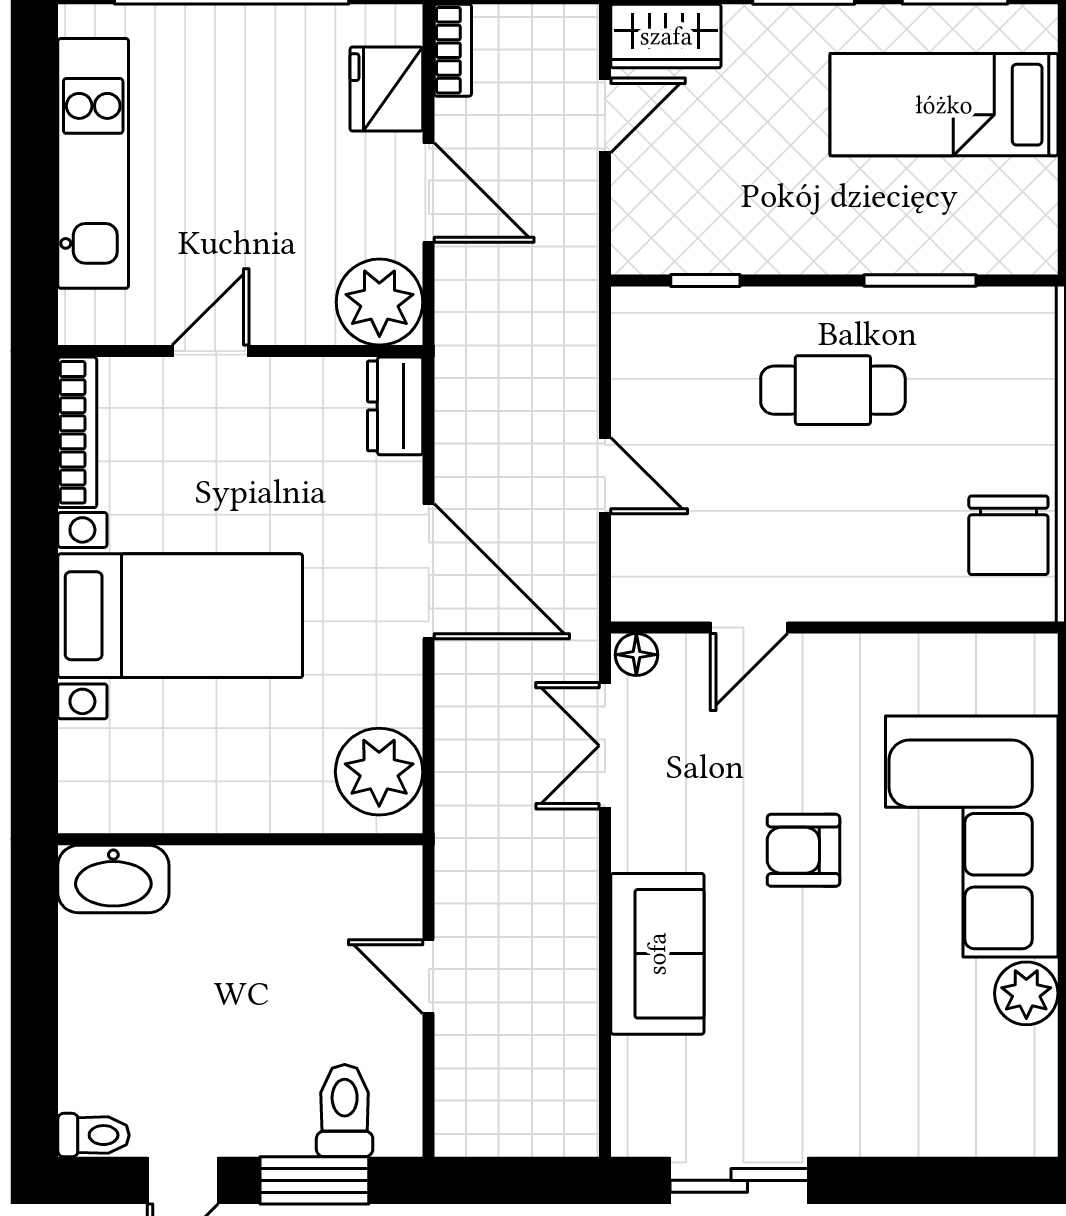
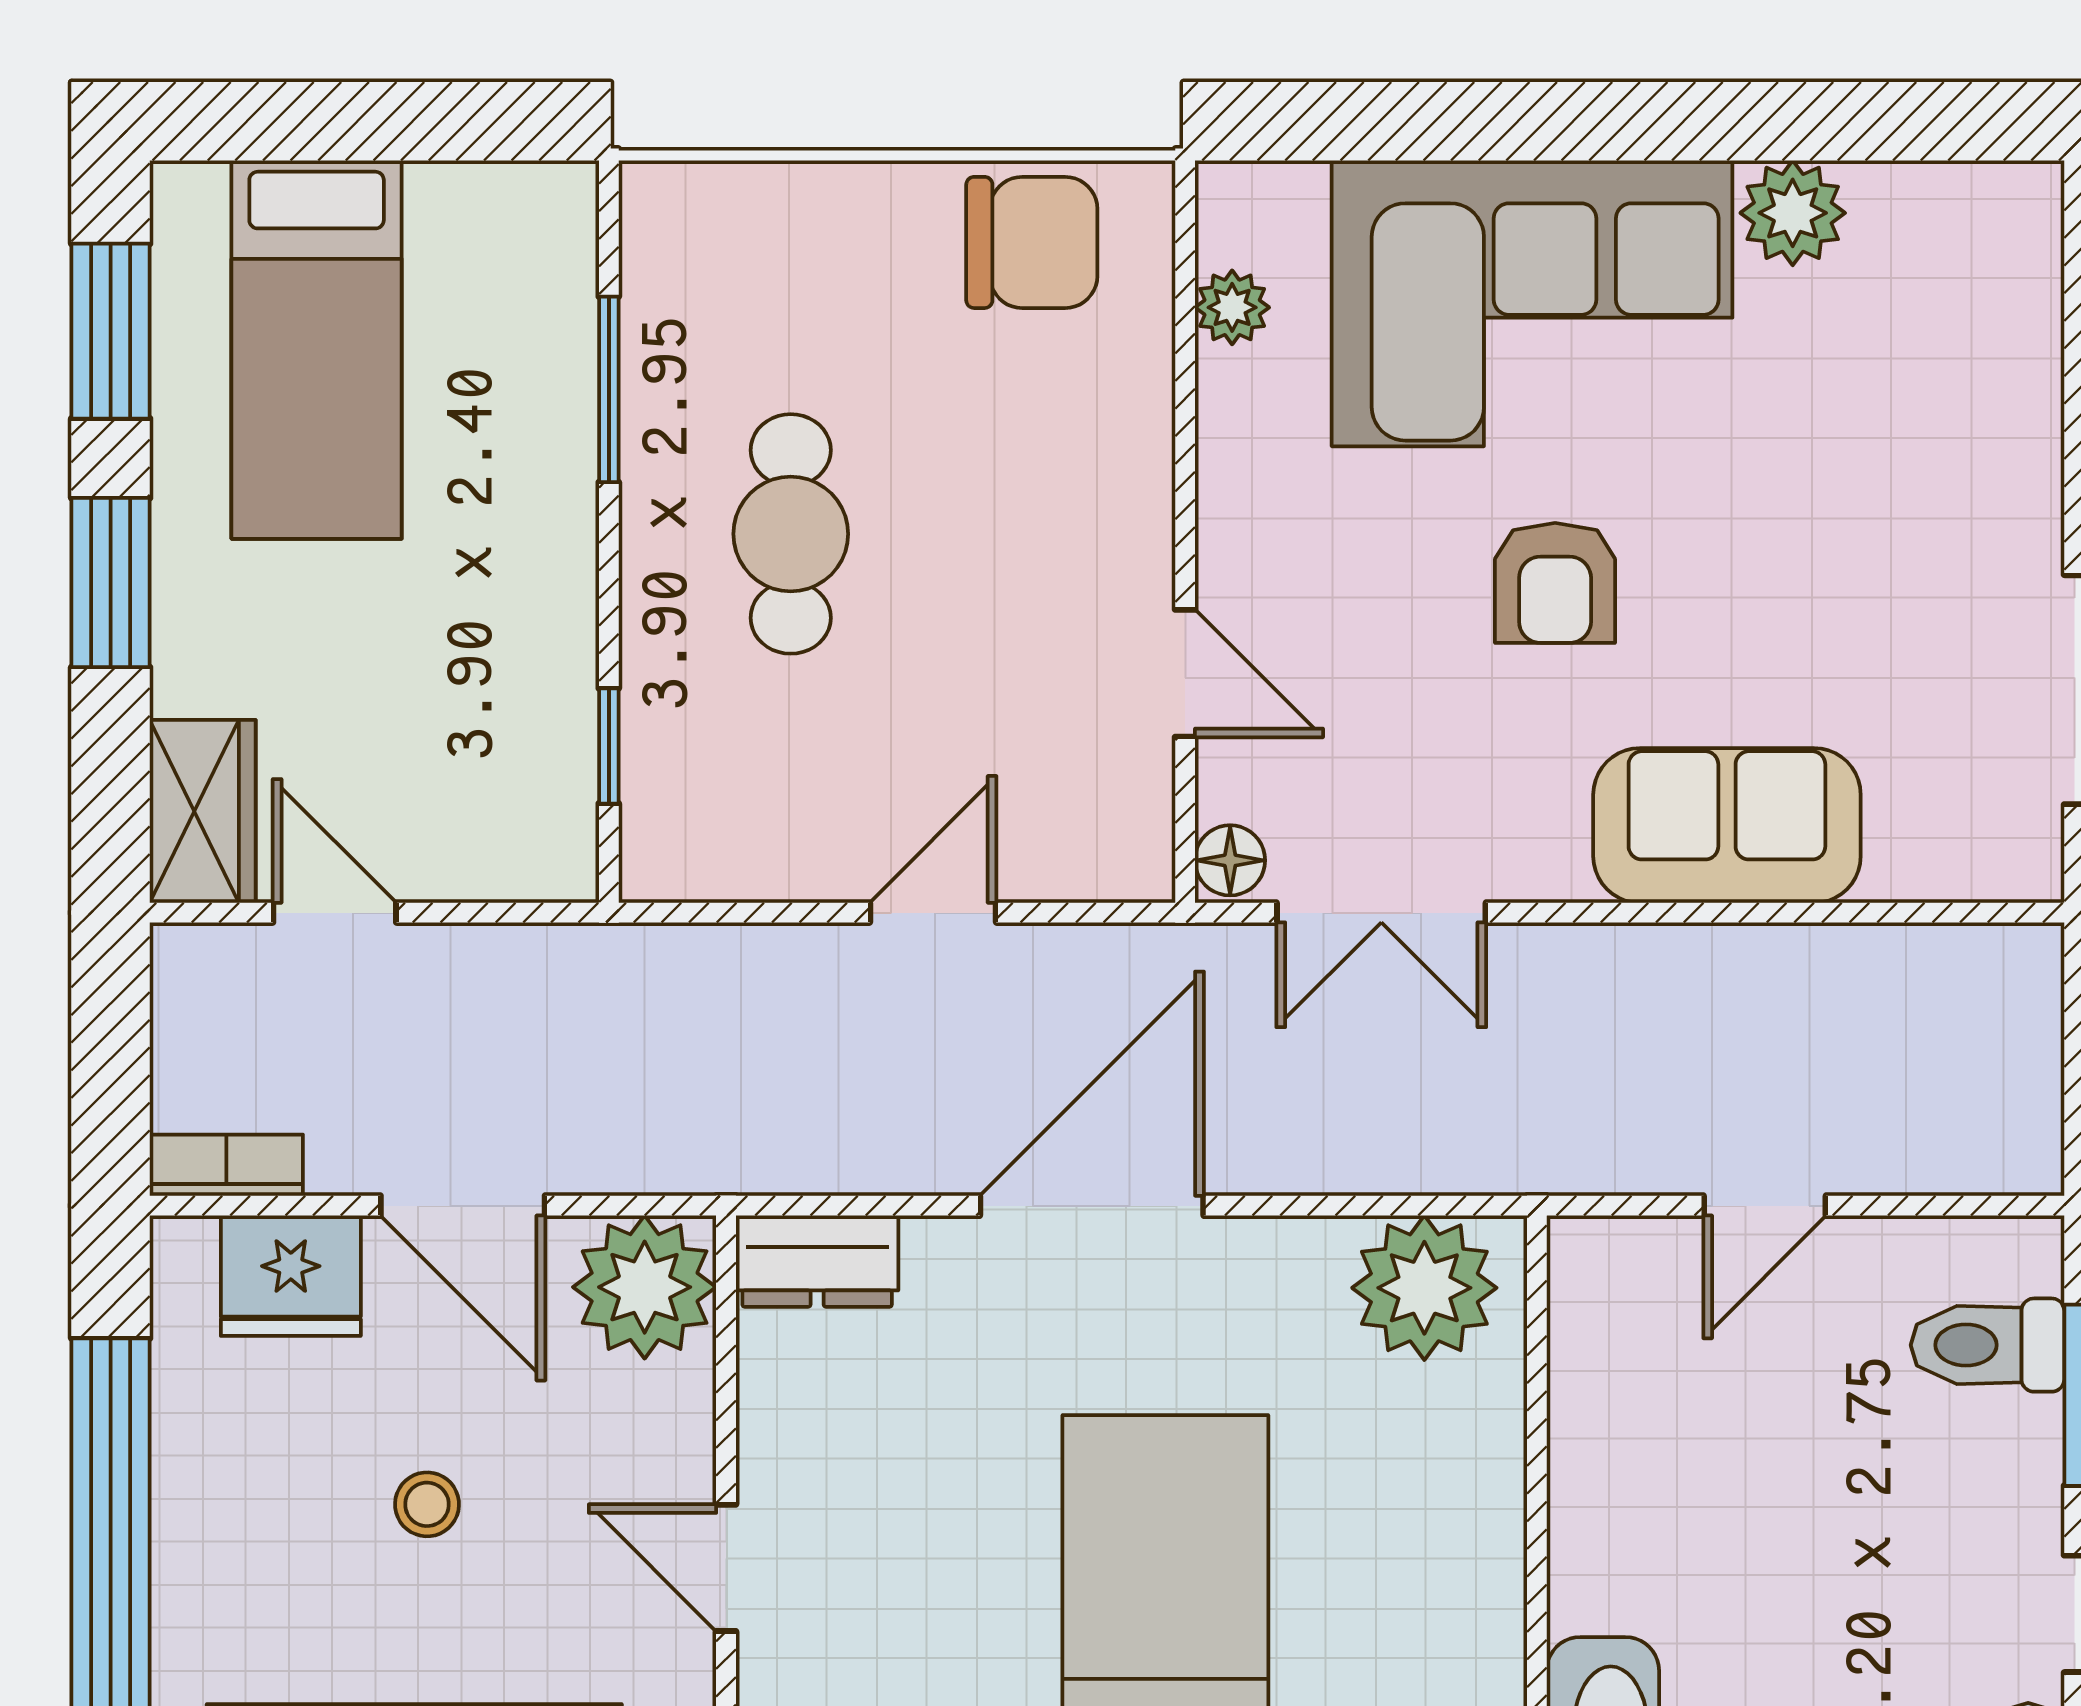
stool: (249, 171) -> (427, 1504), added
door: (429, 193) -> (463, 1206), swing flipped
plant: (969, 656) -> (1232, 307), added

